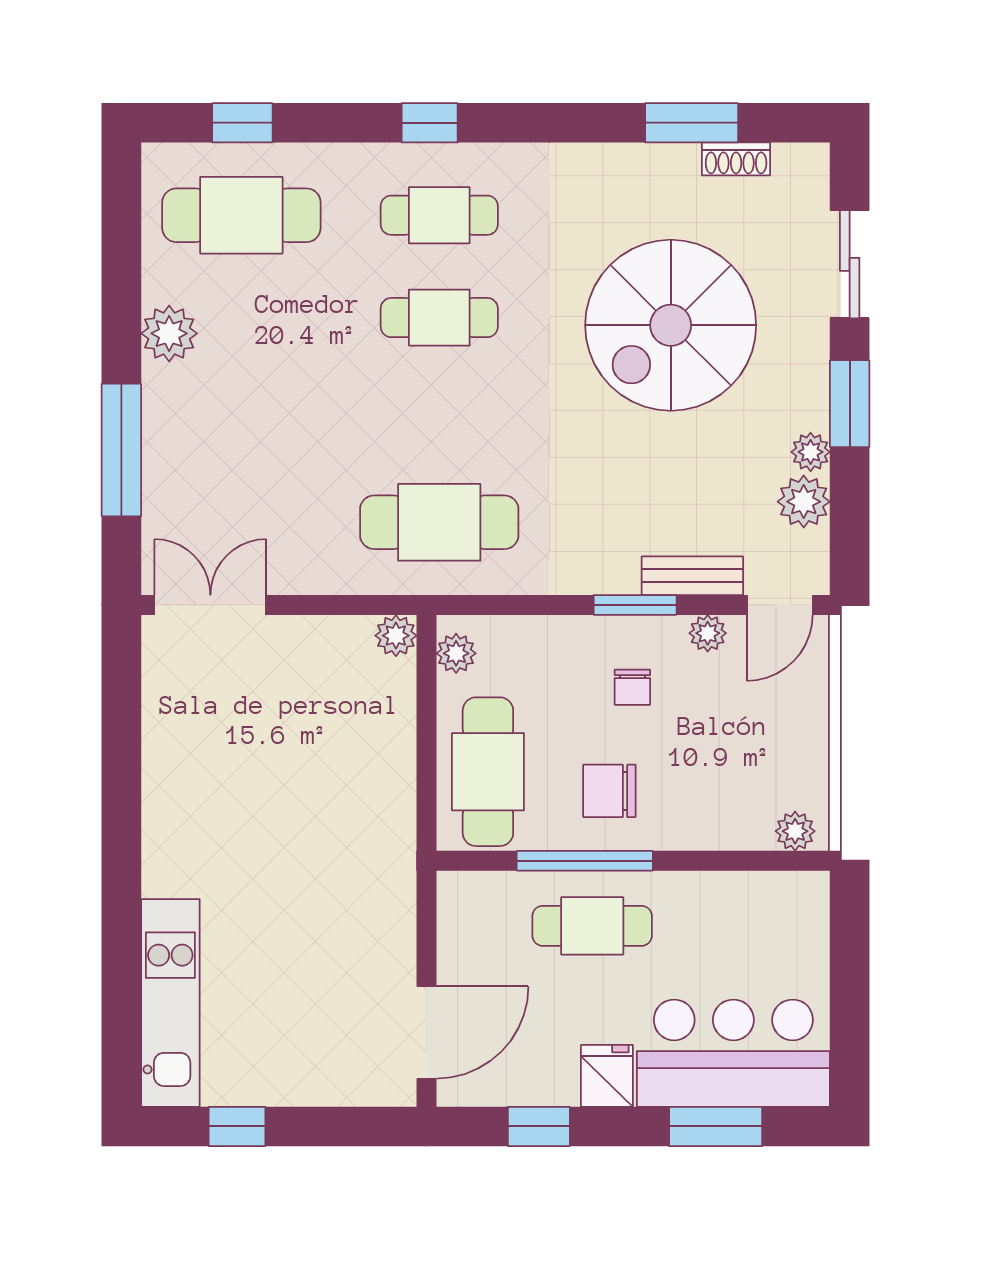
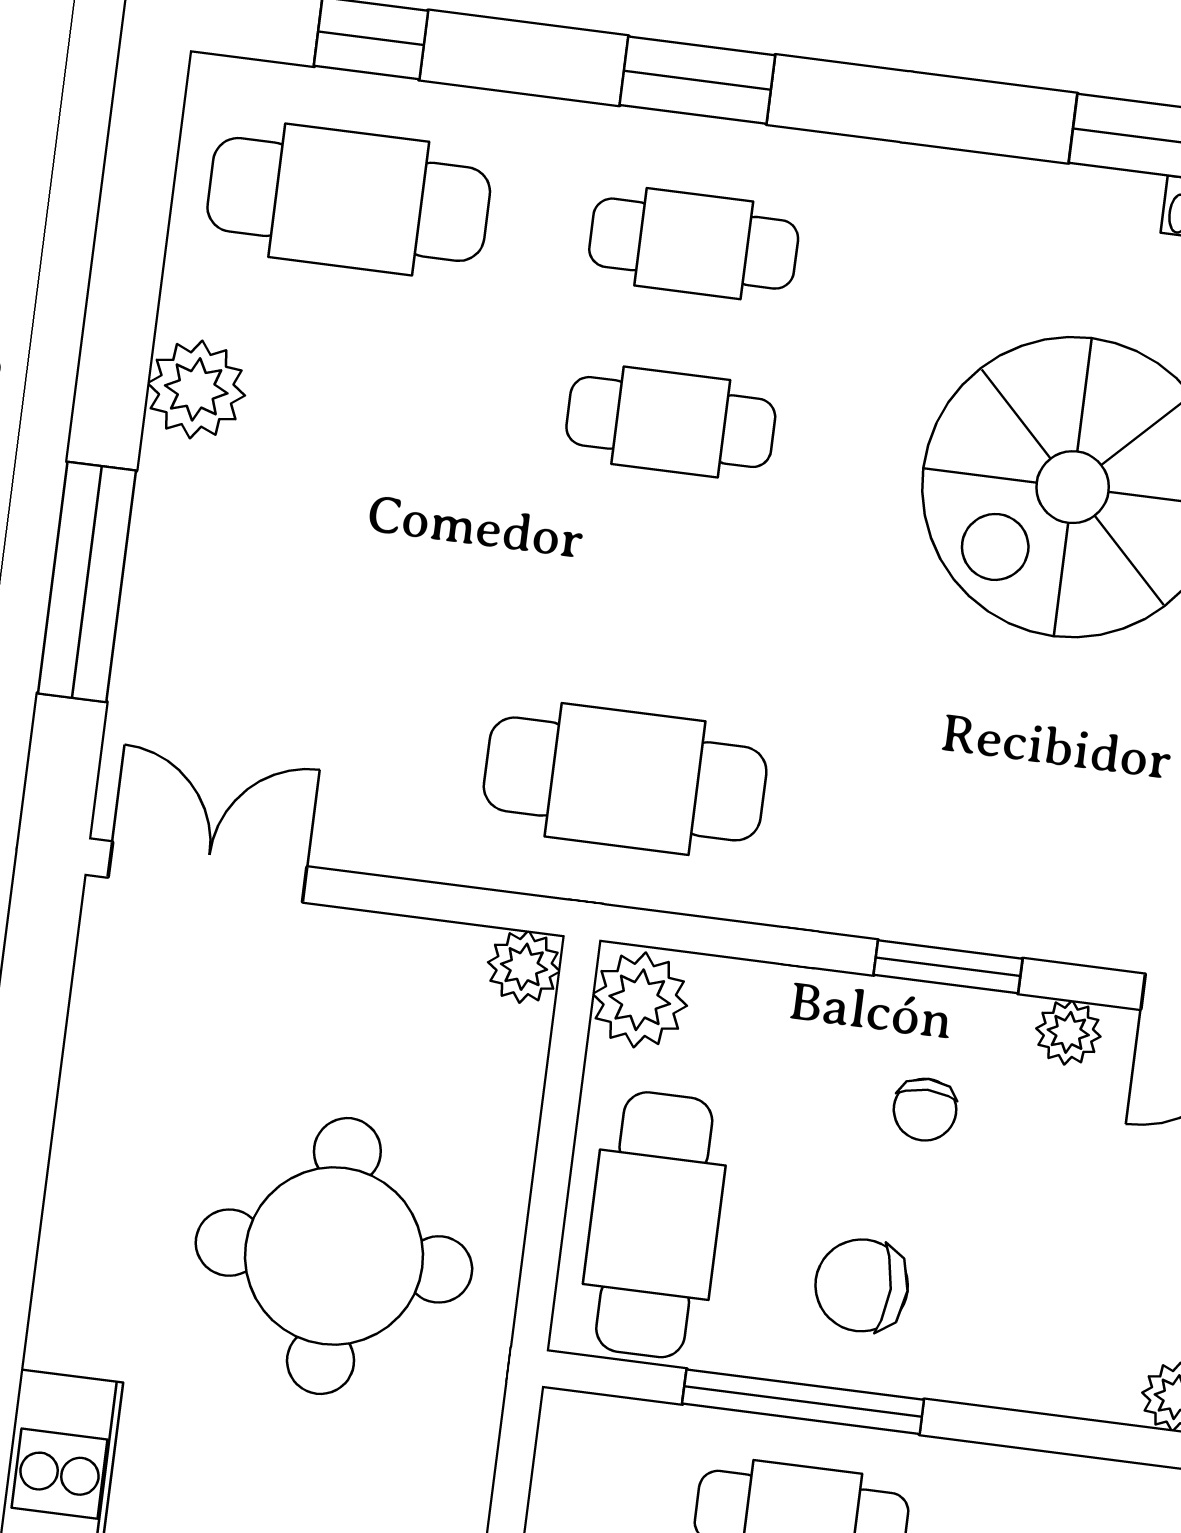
window: (430, 123) -> (697, 80), width x1.50
bench: (692, 576) -> (1054, 929), removed
plant: (456, 653) -> (640, 1000), width x1.38, depth x1.38
round table: (309, 812) -> (334, 1256), added

